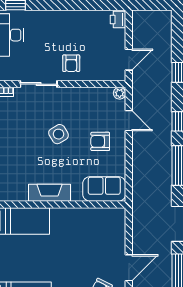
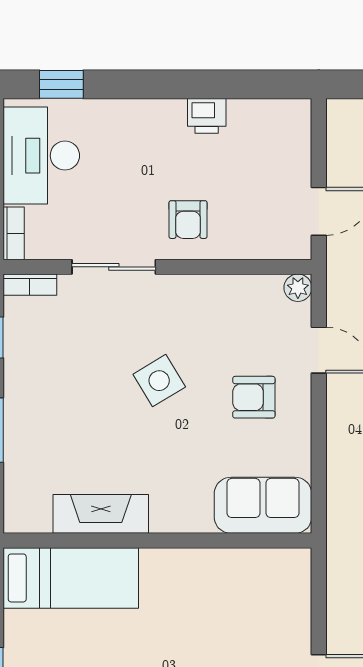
printer: (118, 20) -> (207, 116), moved, turned -90
fireplace: (50, 193) -> (101, 514), moved

